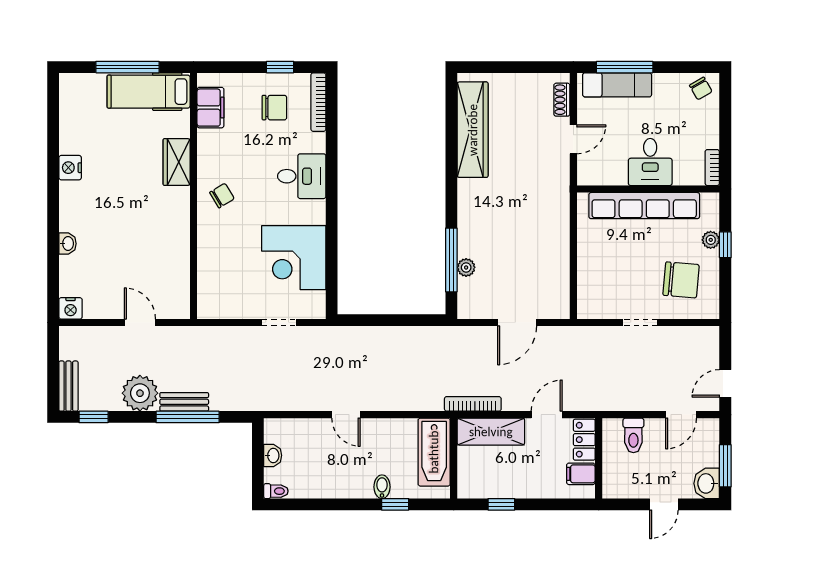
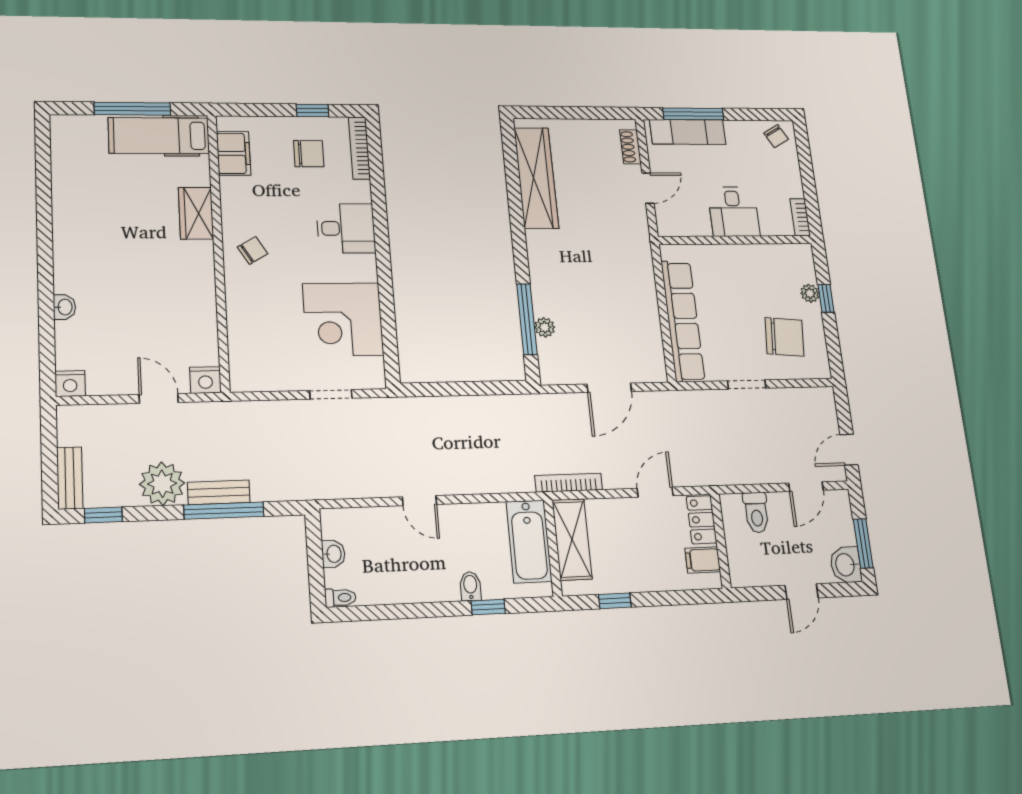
nightstand: (70, 168) -> (205, 380), moved, turned -90
row of seats: (644, 206) -> (683, 321), moved, turned -90
shelving: (491, 432) -> (572, 539), moved, turned 90

